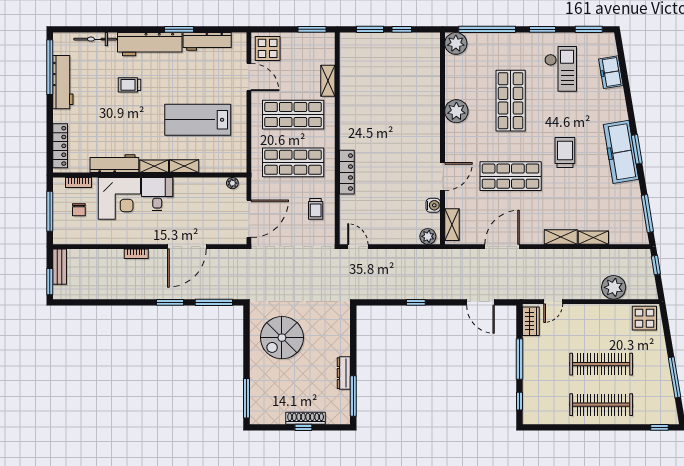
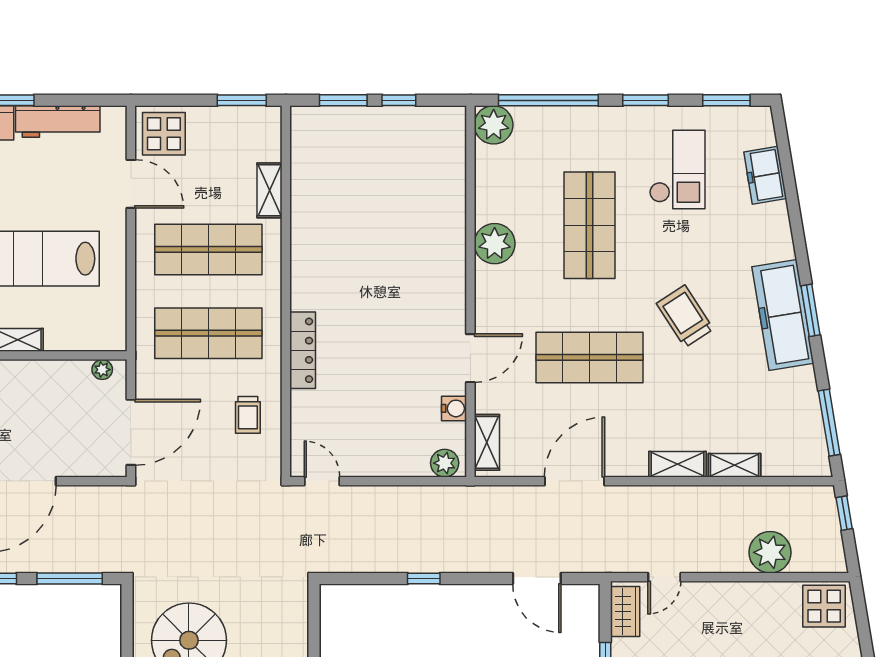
trolley: (565, 153) -> (685, 316), turned -33

